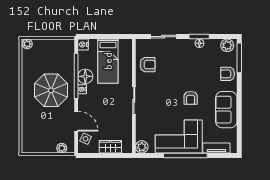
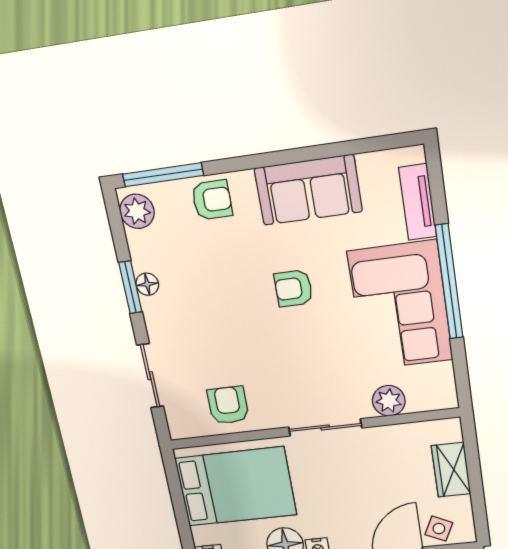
bed: (108, 61) -> (236, 487), width x1.50
armchair: (228, 74) -> (212, 200), turned -90
armchair: (191, 98) -> (293, 288), turned 180
plant: (142, 147) -> (389, 401), moved

